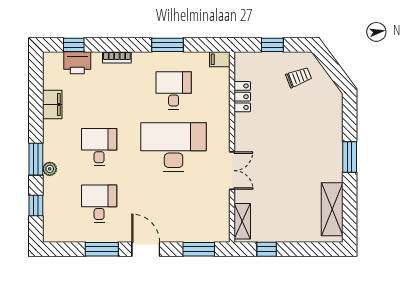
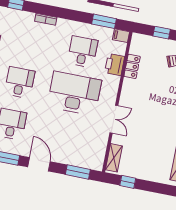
window: (167, 45) -> (104, 21), moved
printer: (77, 63) -> (115, 65), moved, turned 90

